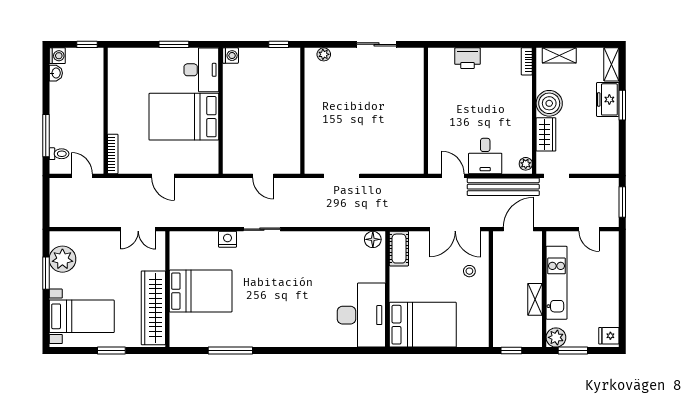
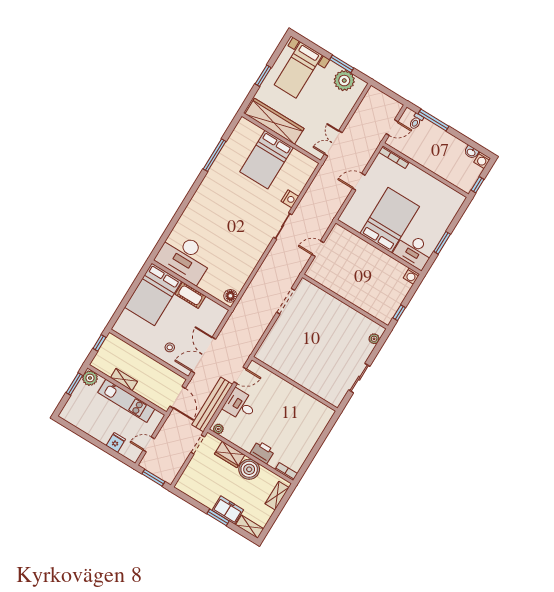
printer: (468, 58) -> (262, 452), moved, turned 90
cot: (399, 249) -> (190, 295), moved
fridge: (609, 336) -> (116, 442), moved

